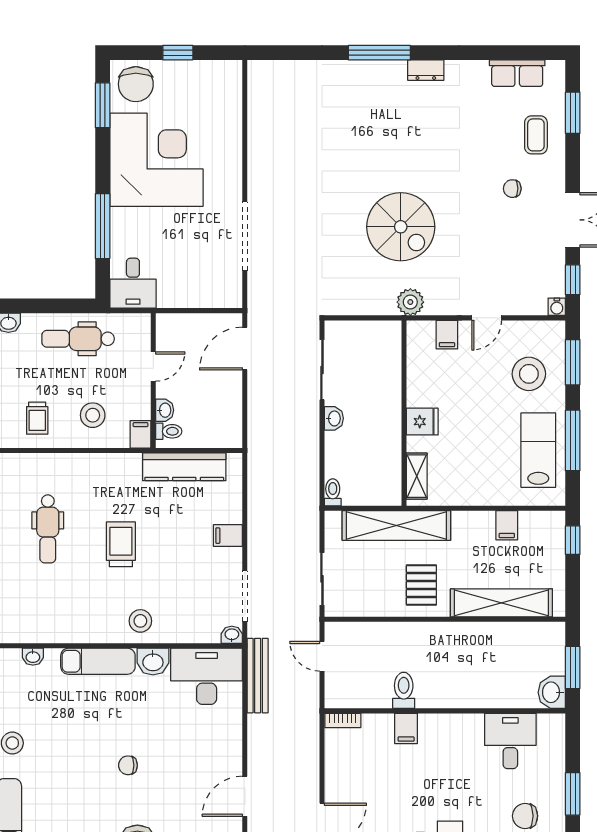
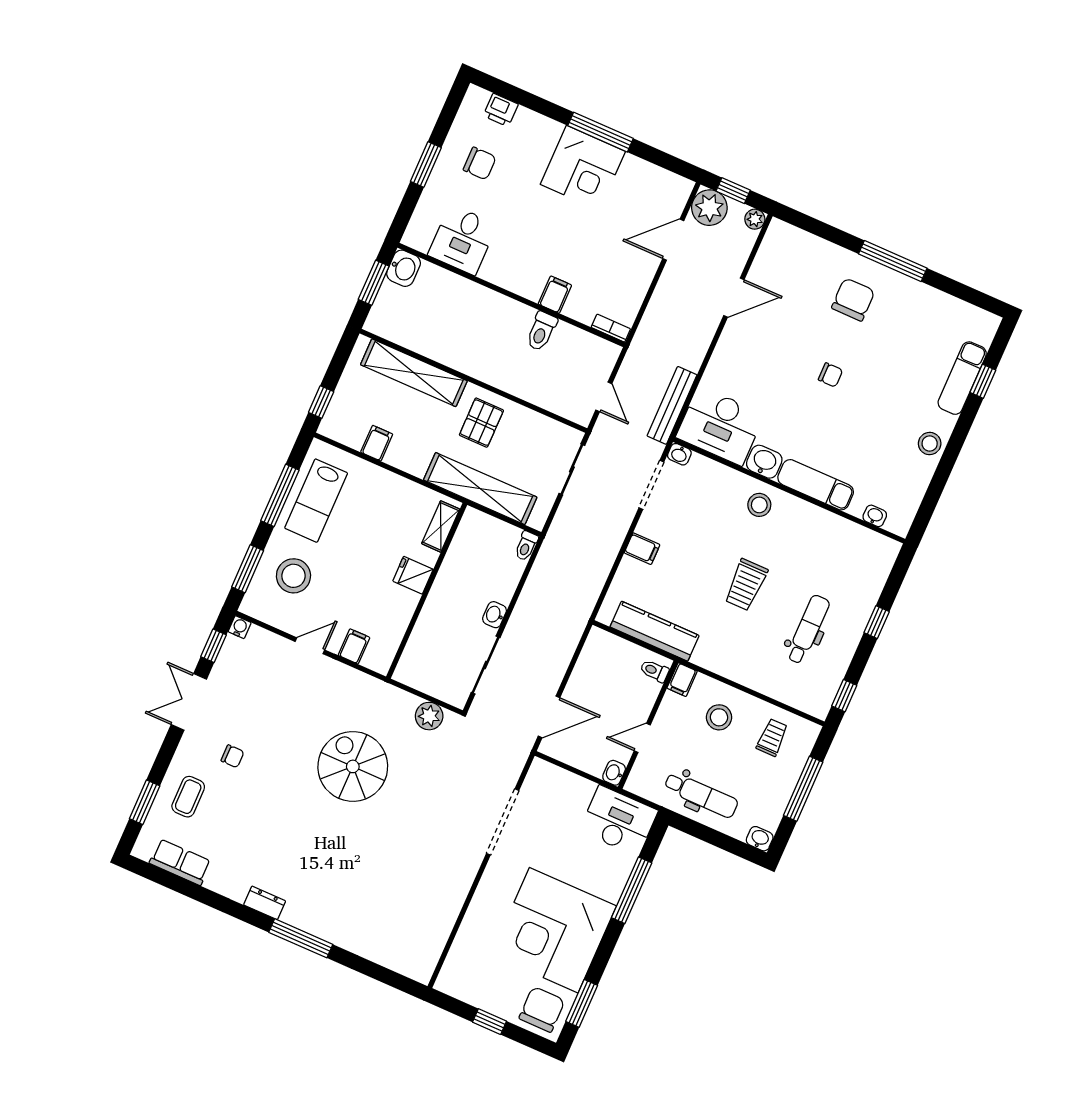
desk: (133, 283) -> (619, 821), width x1.37
plant: (410, 302) -> (429, 716), moved
washbasin: (165, 410) -> (614, 773), moved

